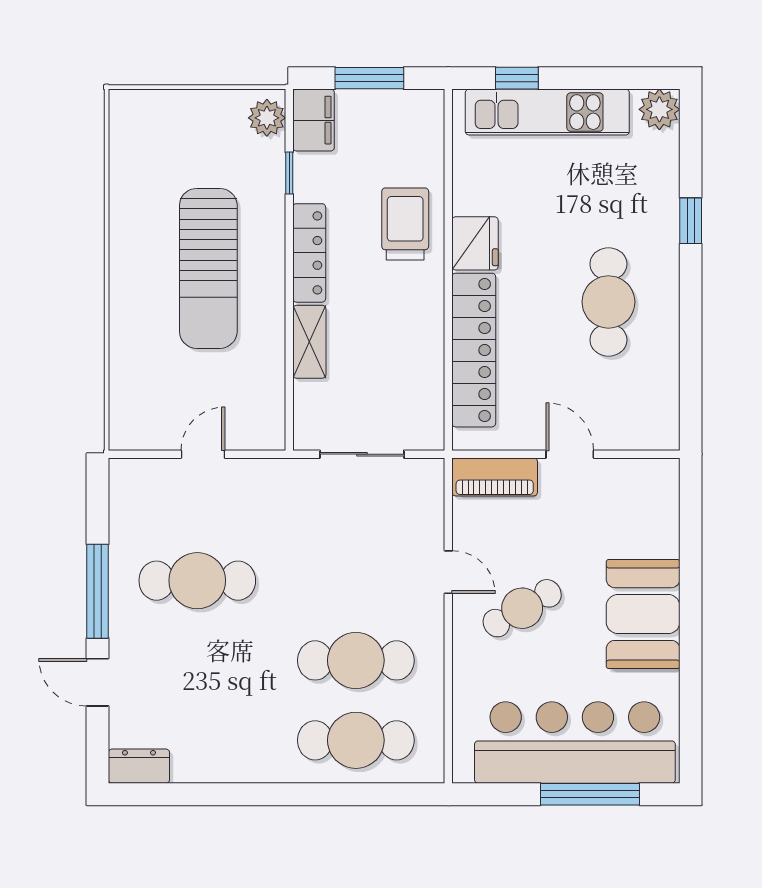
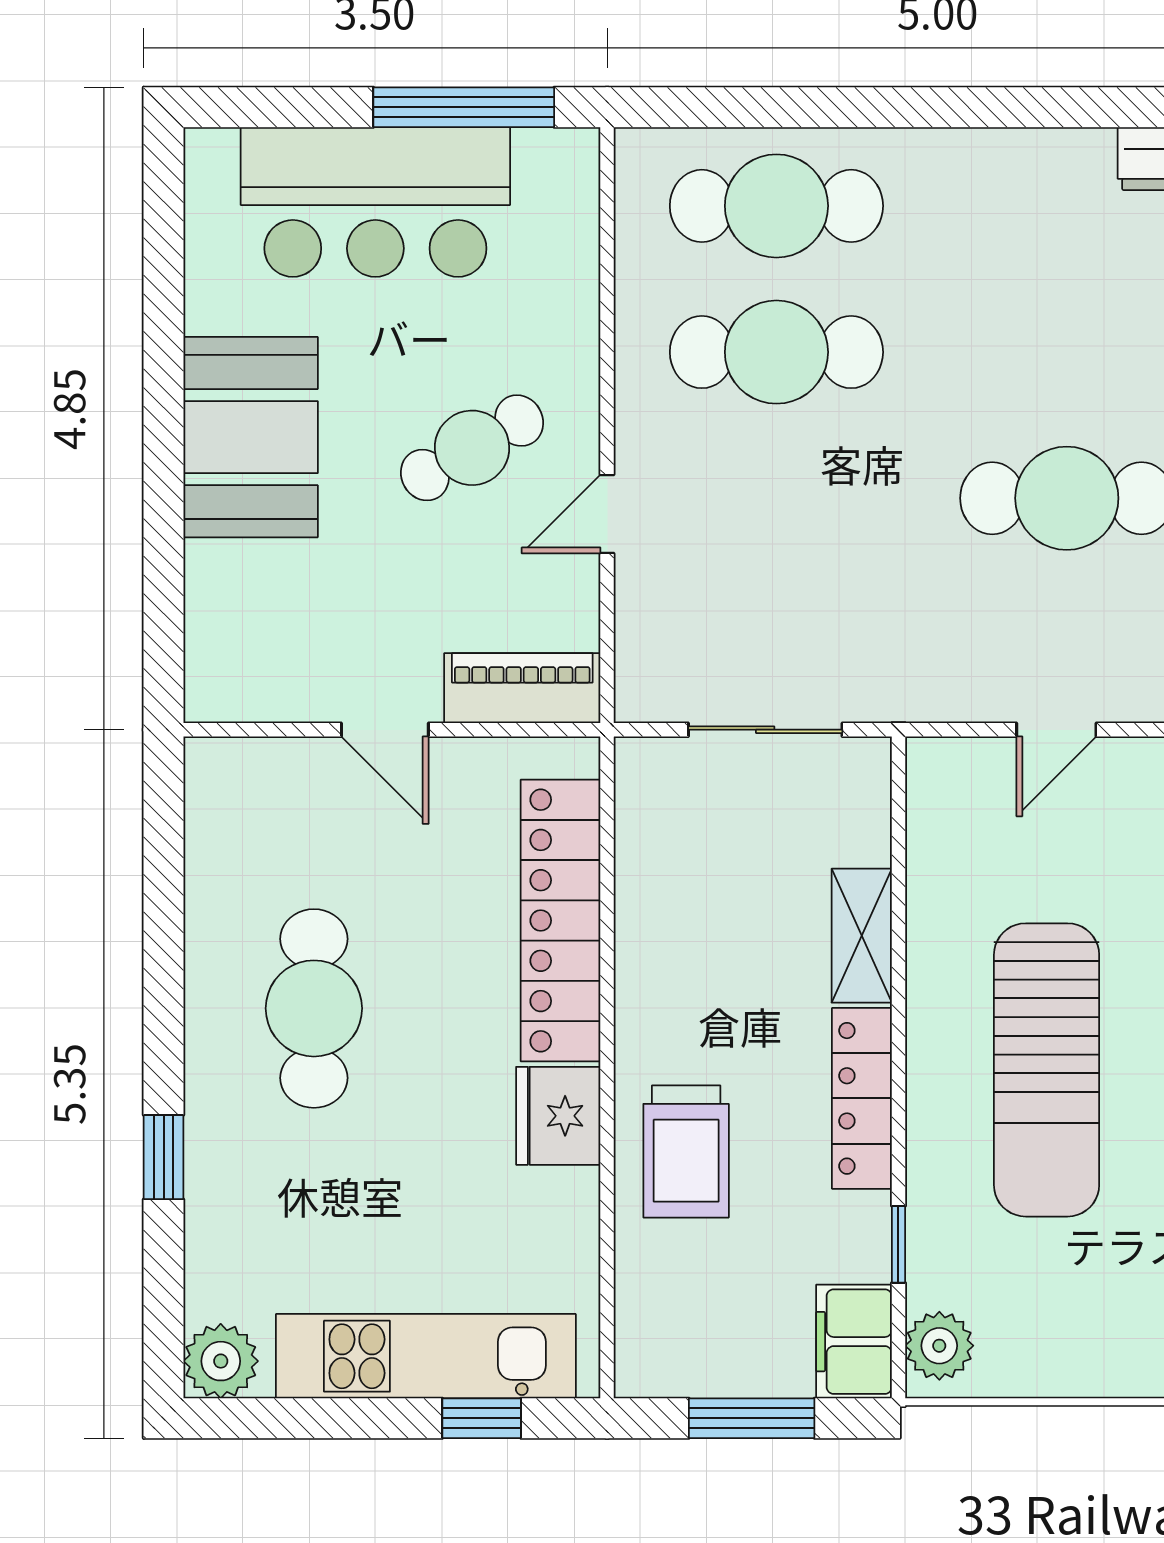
sun lounger: (208, 268) -> (1047, 1070), turned 180
door: (448, 572) -> (607, 514), hinge flipped
bar counter: (575, 742) -> (375, 202), width x0.73
window: (590, 794) -> (464, 107), moved

